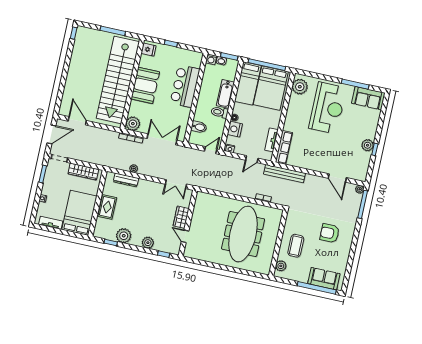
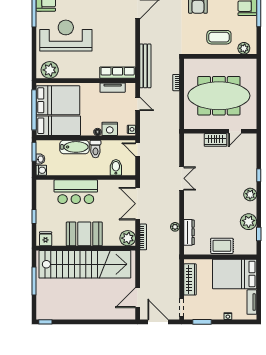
wardrobe: (181, 217) -> (215, 140), moved
wall: (188, 223) -> (220, 131), moved
door: (185, 236) -> (235, 131), moved

